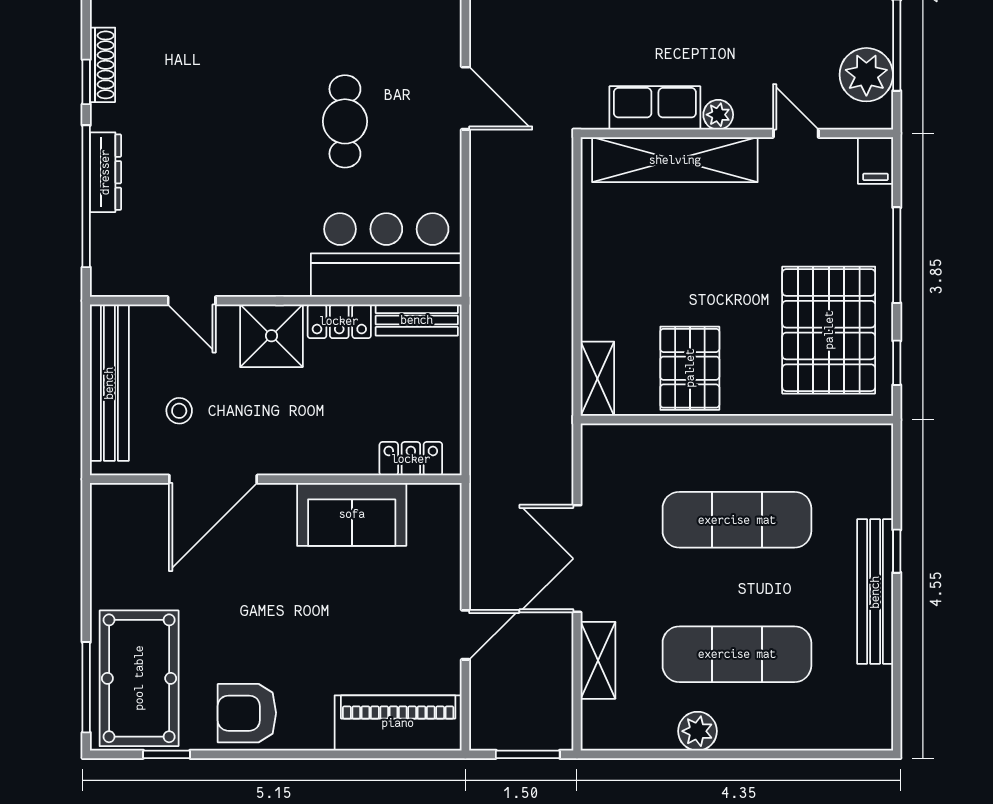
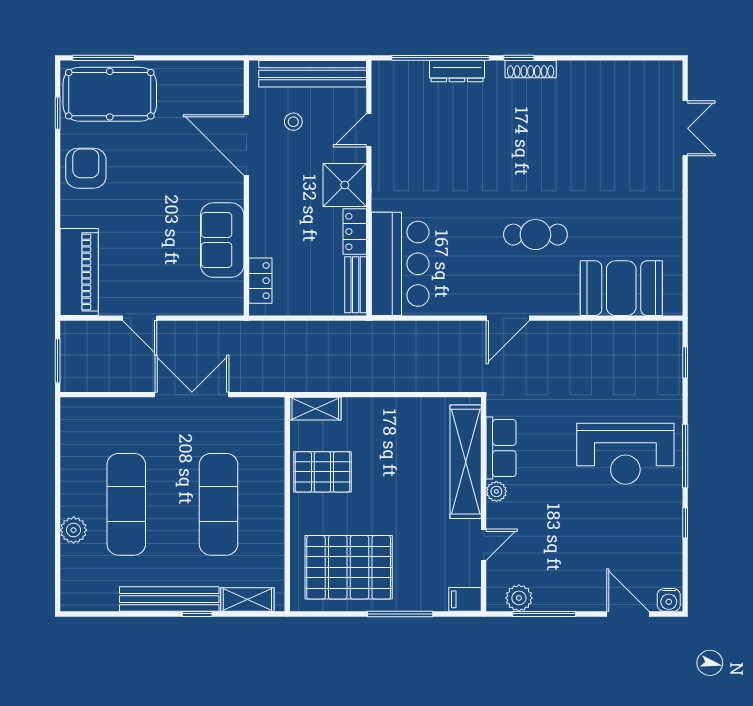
plant: (866, 75) -> (519, 598), width x0.73, depth x0.73
cafe table: (345, 121) -> (535, 235), moved
window: (897, 363) -> (326, 614), removed
shelving: (598, 660) -> (247, 600), moved
plant: (698, 731) -> (74, 530), moved

